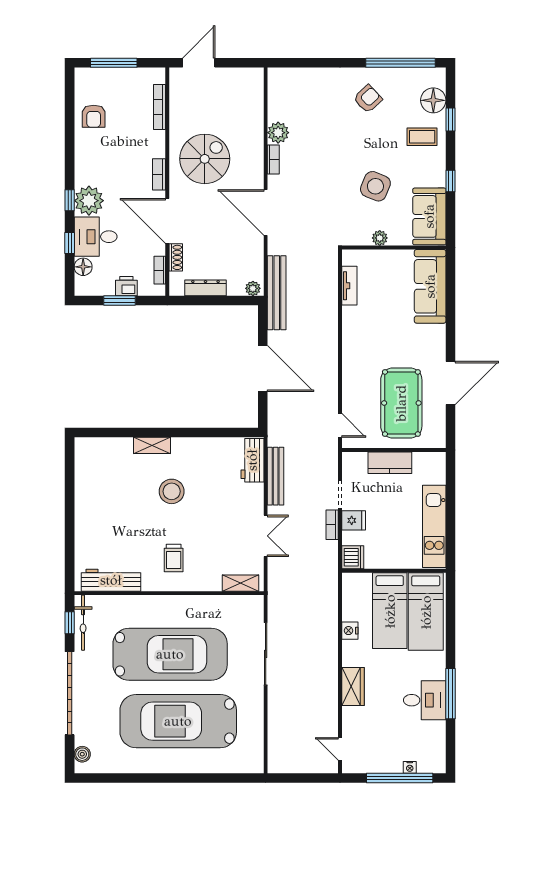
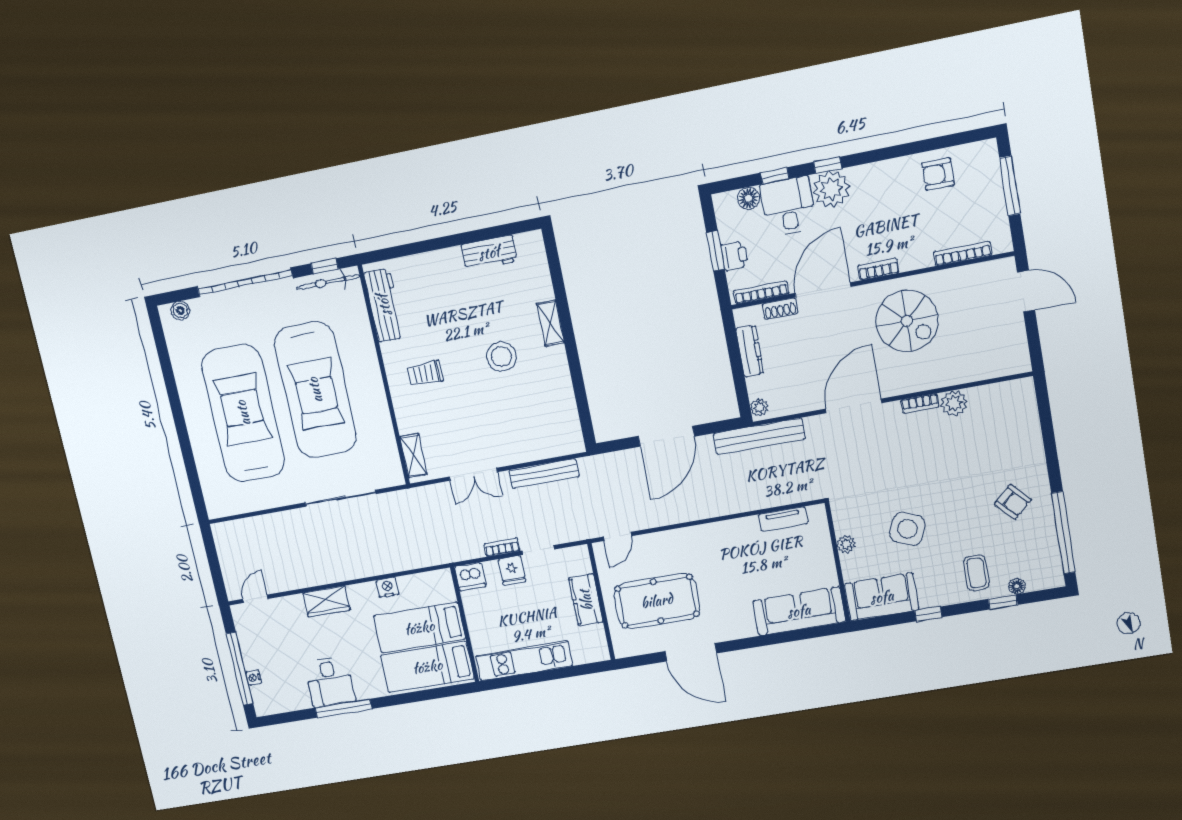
floor lamp: (433, 100) -> (1017, 586), width x0.53, depth x0.53
bookcase: (160, 270) -> (761, 292), width x1.56
workbench: (252, 460) -> (489, 253), moved, turned 180

